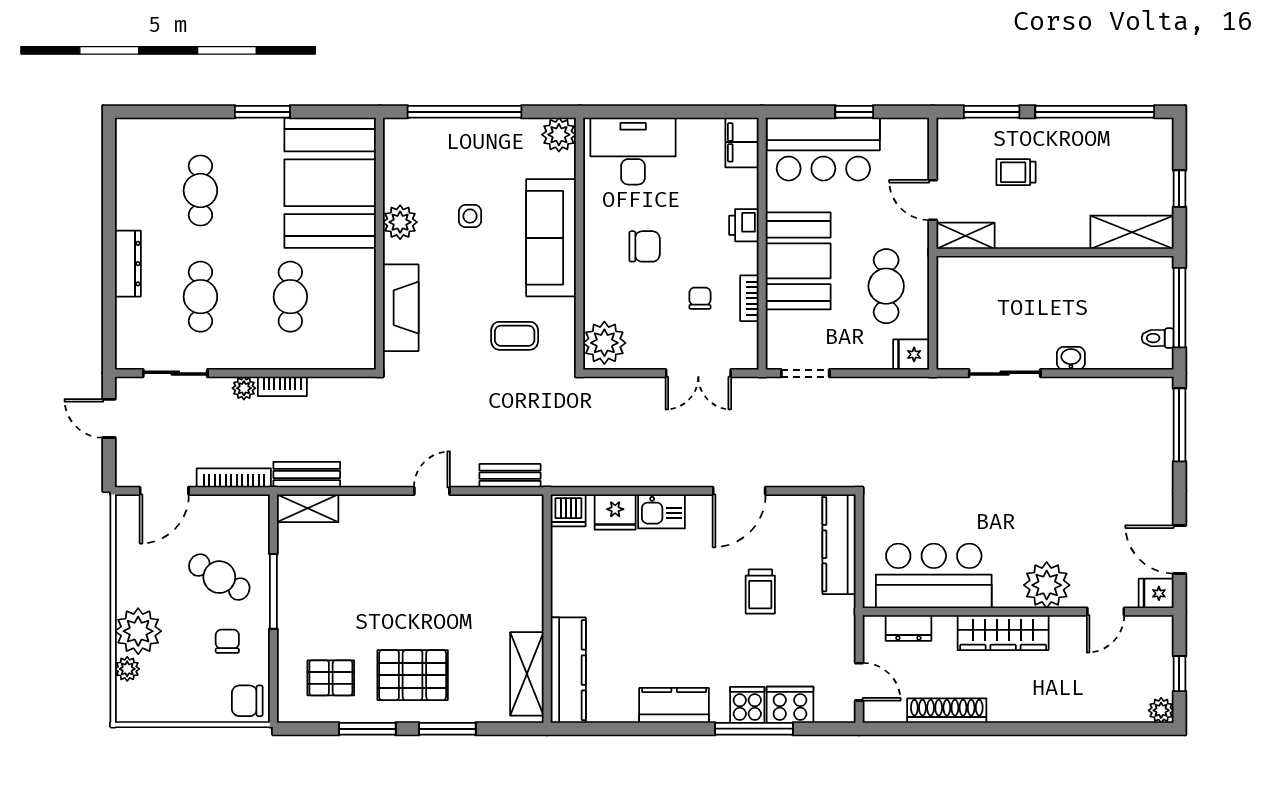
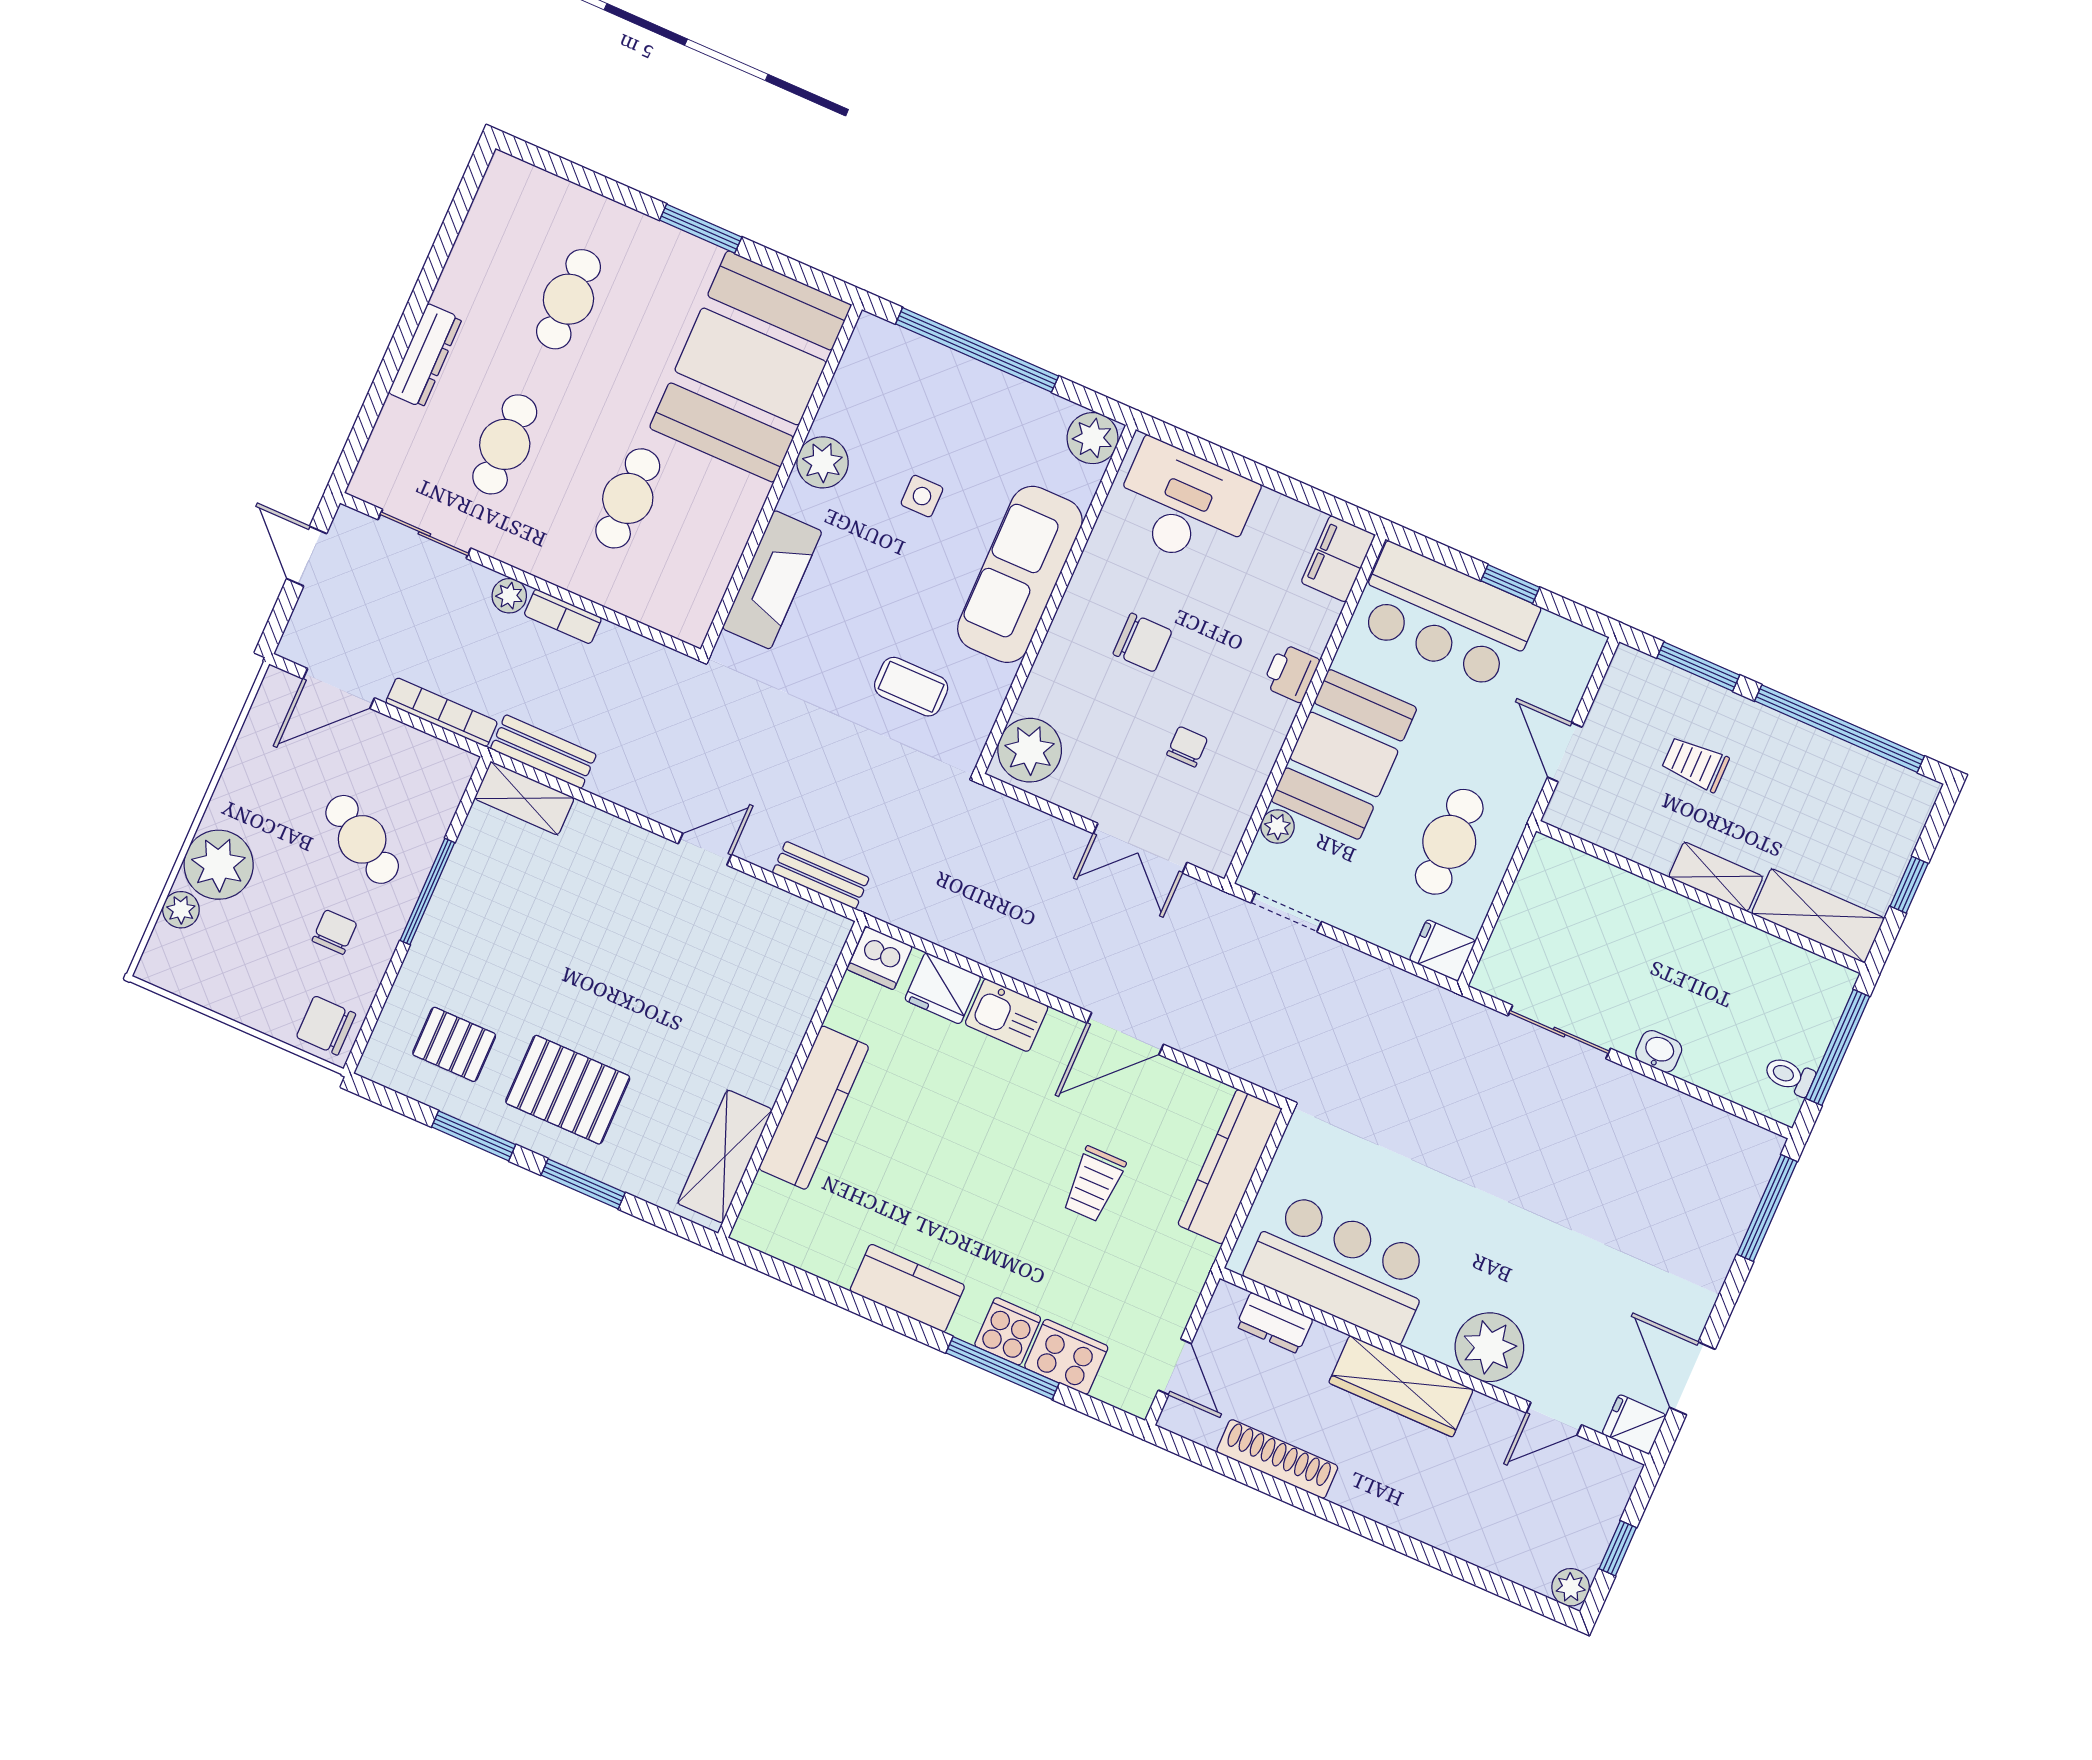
shelving: (965, 236) -> (1716, 877), moved
bookcase: (749, 298) -> (1255, 776), removed
plant: (777, 323) -> (1277, 827), added
kitchen counter: (568, 670) -> (814, 1108), moved

